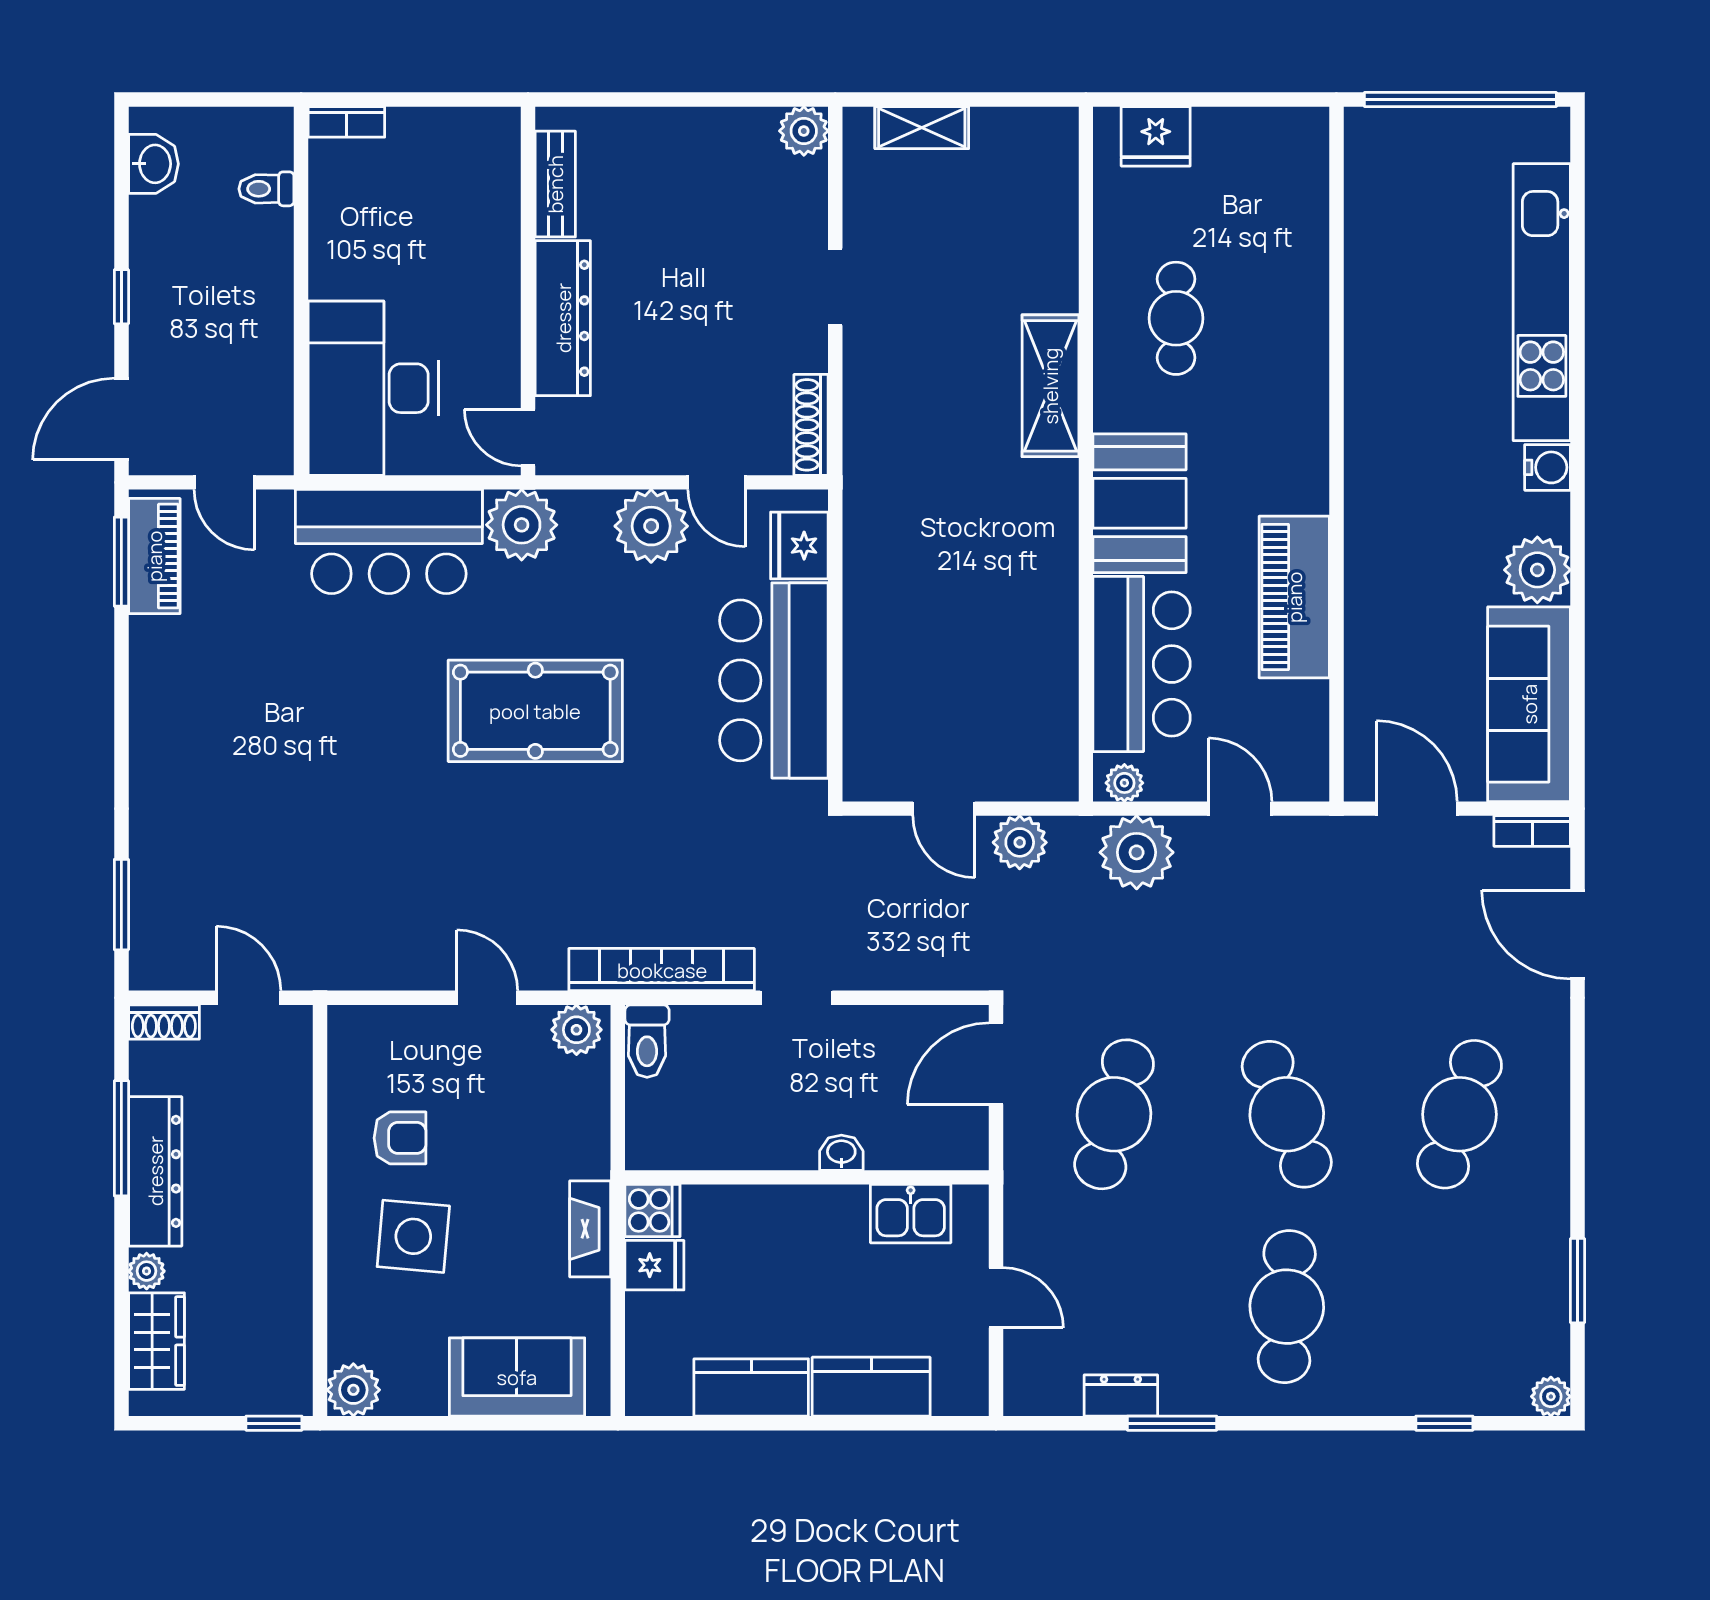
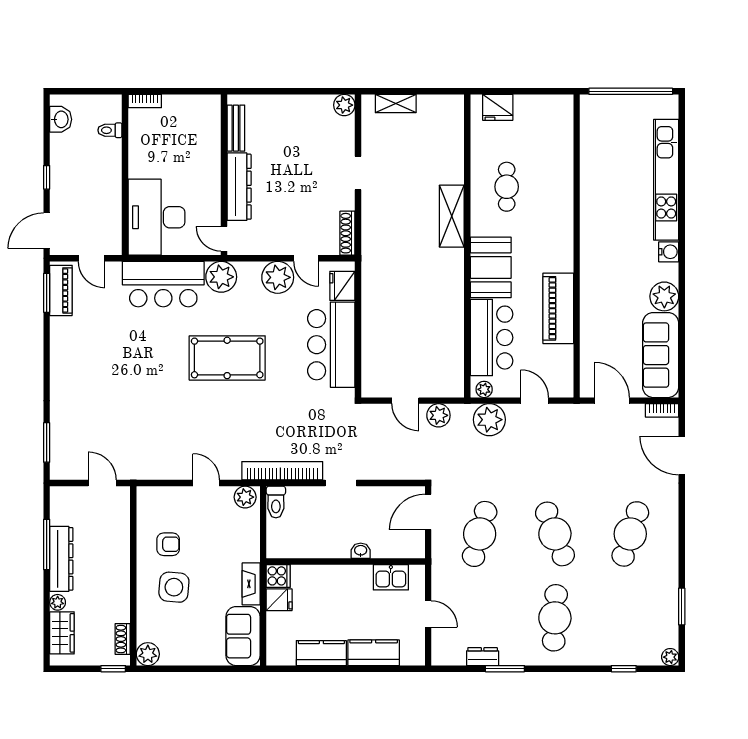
shoe rack: (164, 1022) -> (123, 639), moved, turned 90
sofa: (517, 1377) -> (243, 636), moved, turned -90

